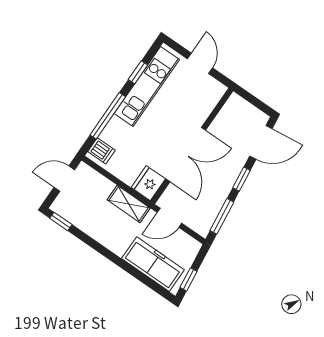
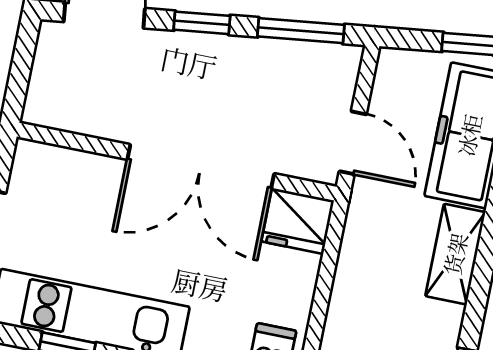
double door: (186, 155) -> (201, 166), swing flipped
shelving: (129, 204) -> (455, 254), moved

